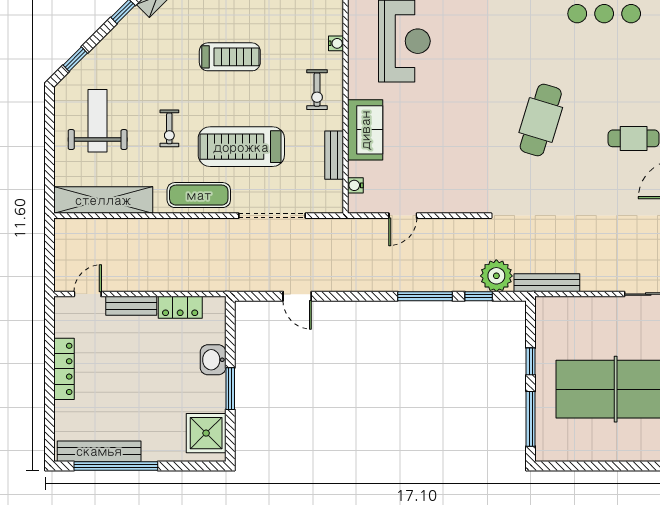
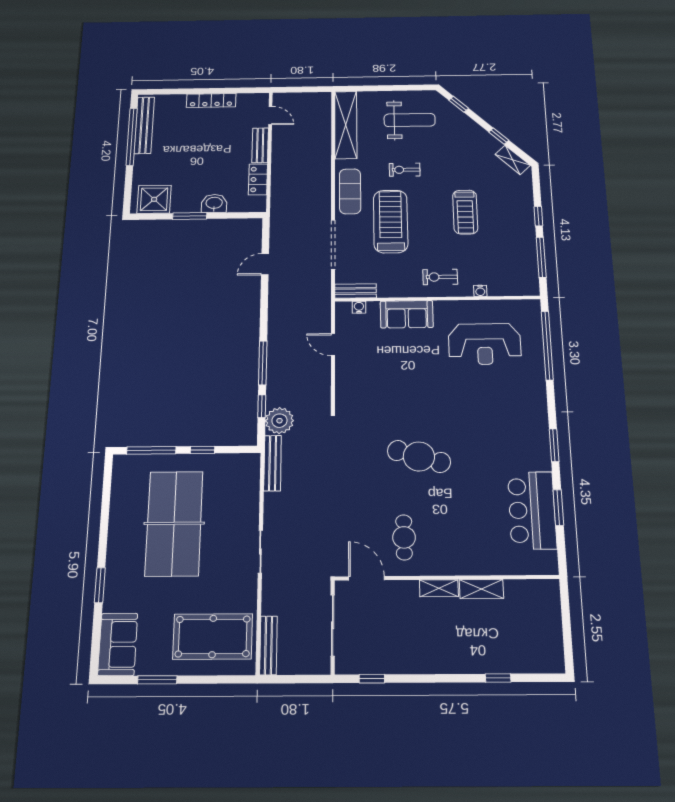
bench: (334, 155) -> (355, 291), moved

